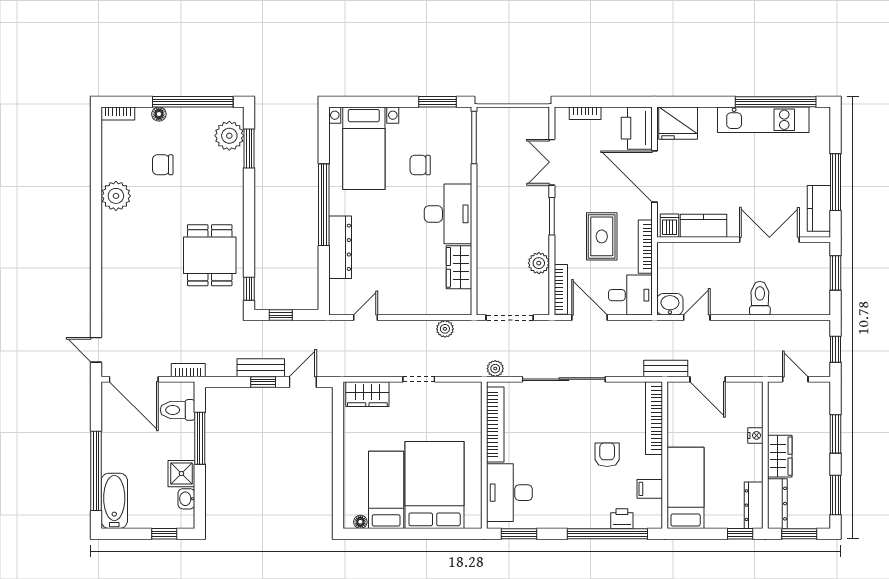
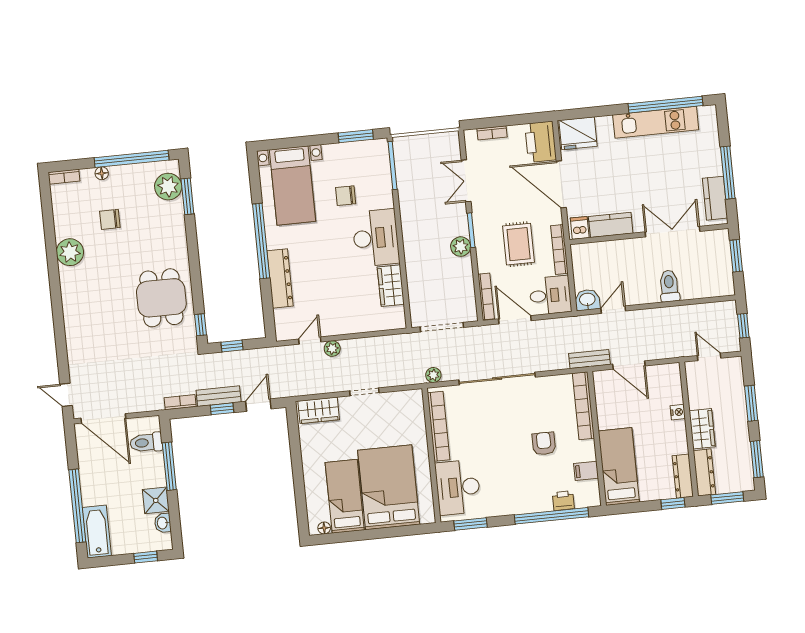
plant: (539, 263) -> (461, 247), moved
plant: (445, 329) -> (332, 349), moved
bookcase: (188, 370) -> (180, 402), moved

